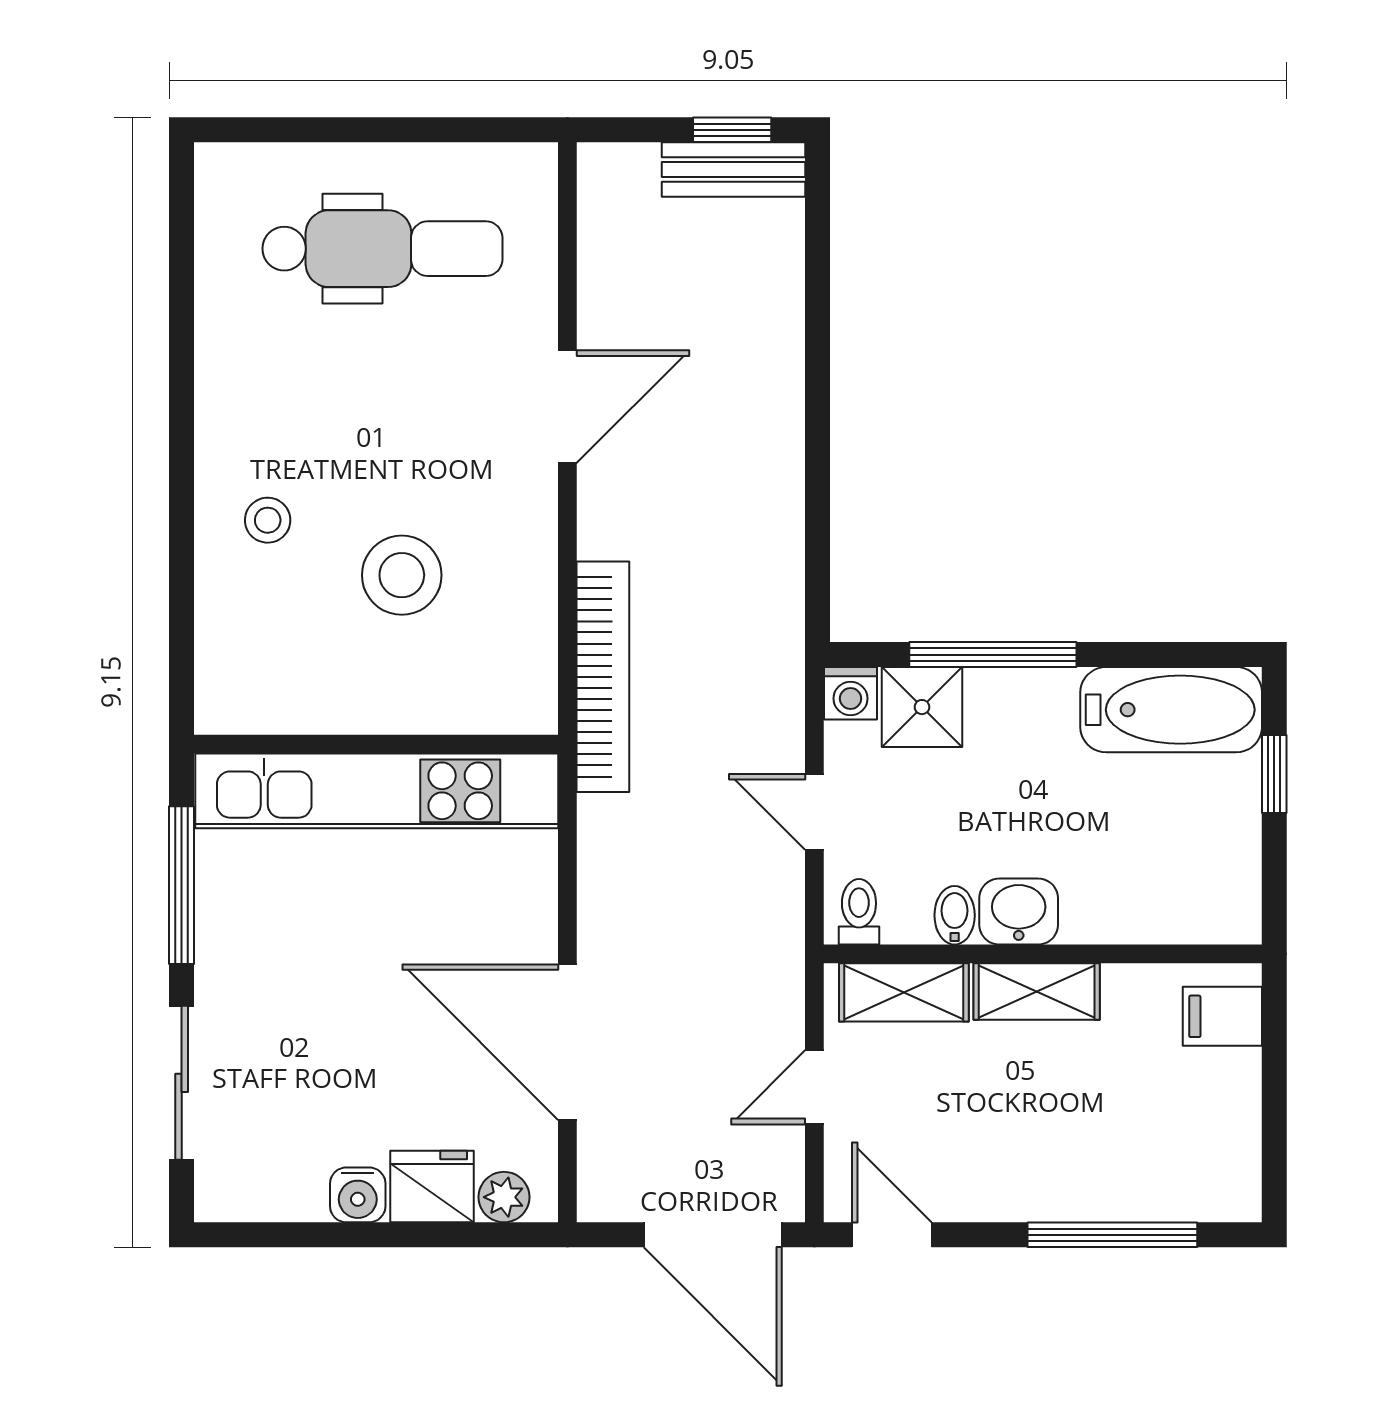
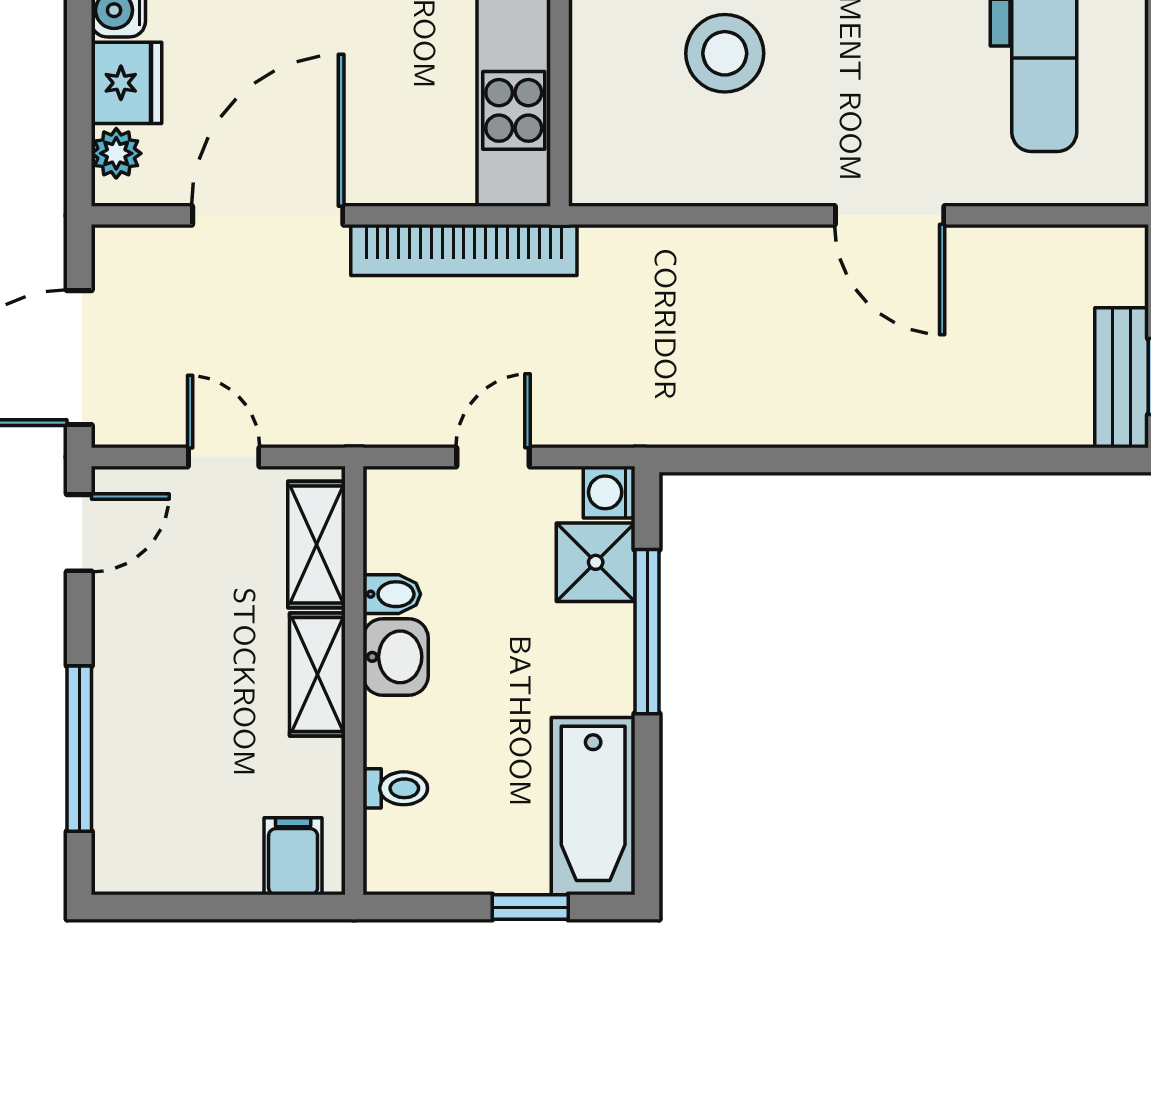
bookcase: (603, 677) -> (464, 250), moved
toilet: (859, 912) -> (395, 788), moved

